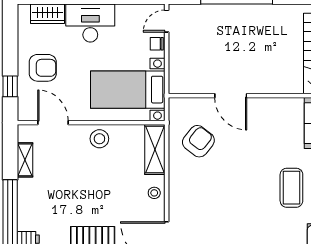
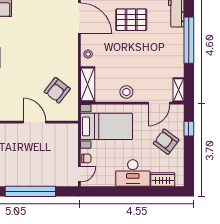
armchair: (43, 68) -> (166, 142), turned 37
door: (53, 123) -> (159, 103), hinge flipped
shelving: (25, 160) -> (178, 90), moved

